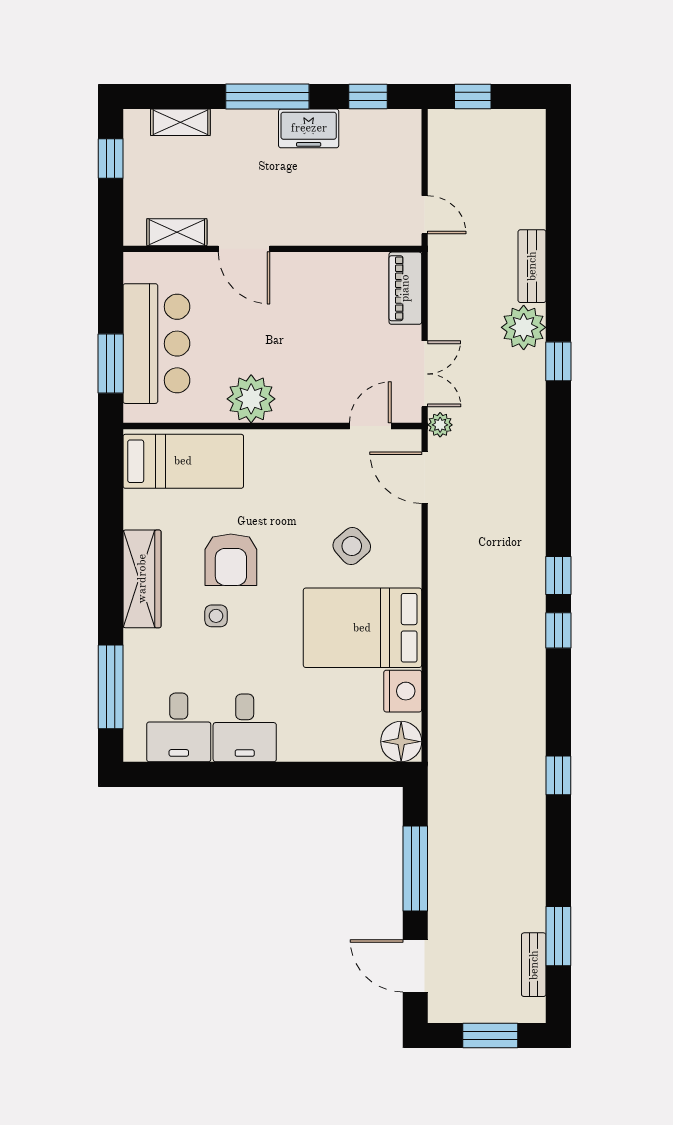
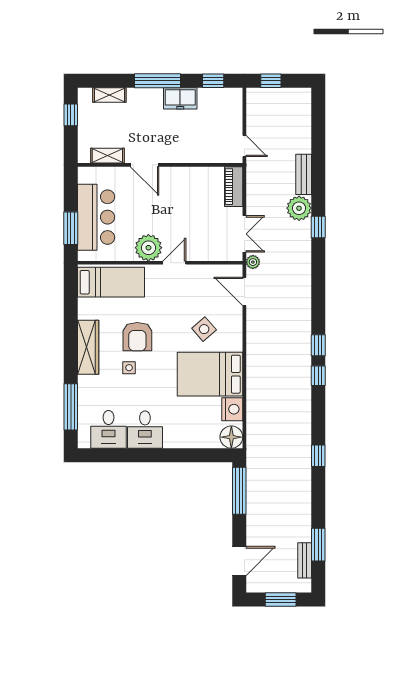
door: (370, 426) -> (174, 263), moved
window: (415, 868) -> (239, 491), moved
door: (415, 966) -> (239, 561), swing flipped

